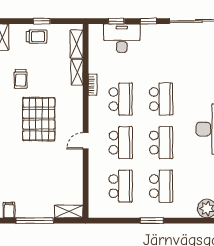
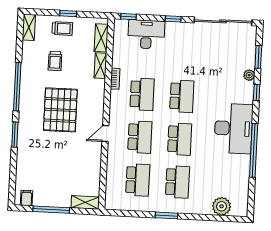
window: (116, 21) -> (128, 17), moved
trolley: (21, 79) -> (55, 61), moved

